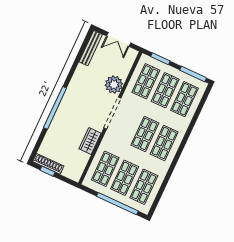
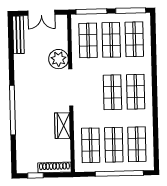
window: (160, 59) -> (91, 12), width x1.44
shoe rack: (48, 164) -> (54, 167), moved

